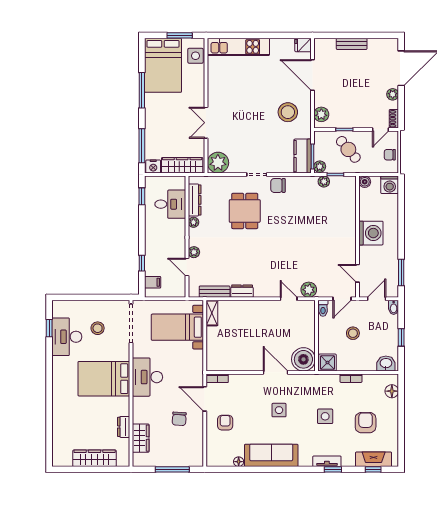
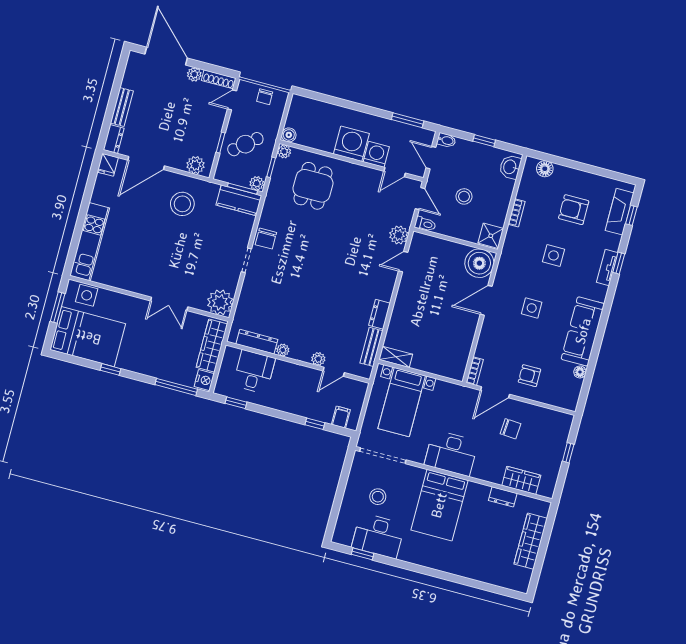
dresser: (325, 44) -> (114, 139), added
window: (142, 90) -> (111, 369), width x0.46
shoe rack: (394, 119) -> (219, 79), width x1.43
door: (380, 130) -> (232, 100), swing flipped
plant: (324, 182) -> (284, 152), moved
washing machine: (390, 185) -> (376, 154), moved, turned -90
dining table: (245, 211) -> (313, 186), moved, turned 90
window: (172, 469) -> (568, 453), width x0.46

